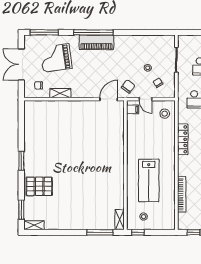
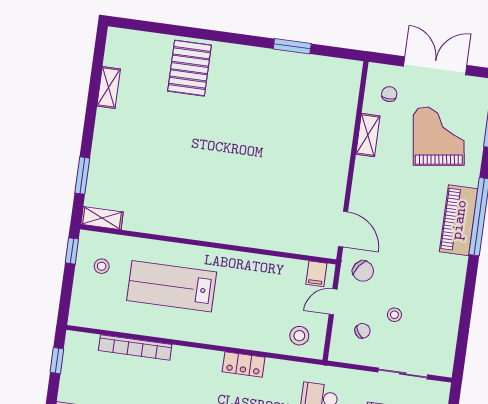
locker: (183, 139) -> (244, 364), width x0.66
window: (21, 161) -> (292, 46), moved
window: (21, 210) -> (148, 26), removed
shelving: (34, 225) -> (109, 87), moved
window: (100, 232) -> (82, 176), width x0.69

